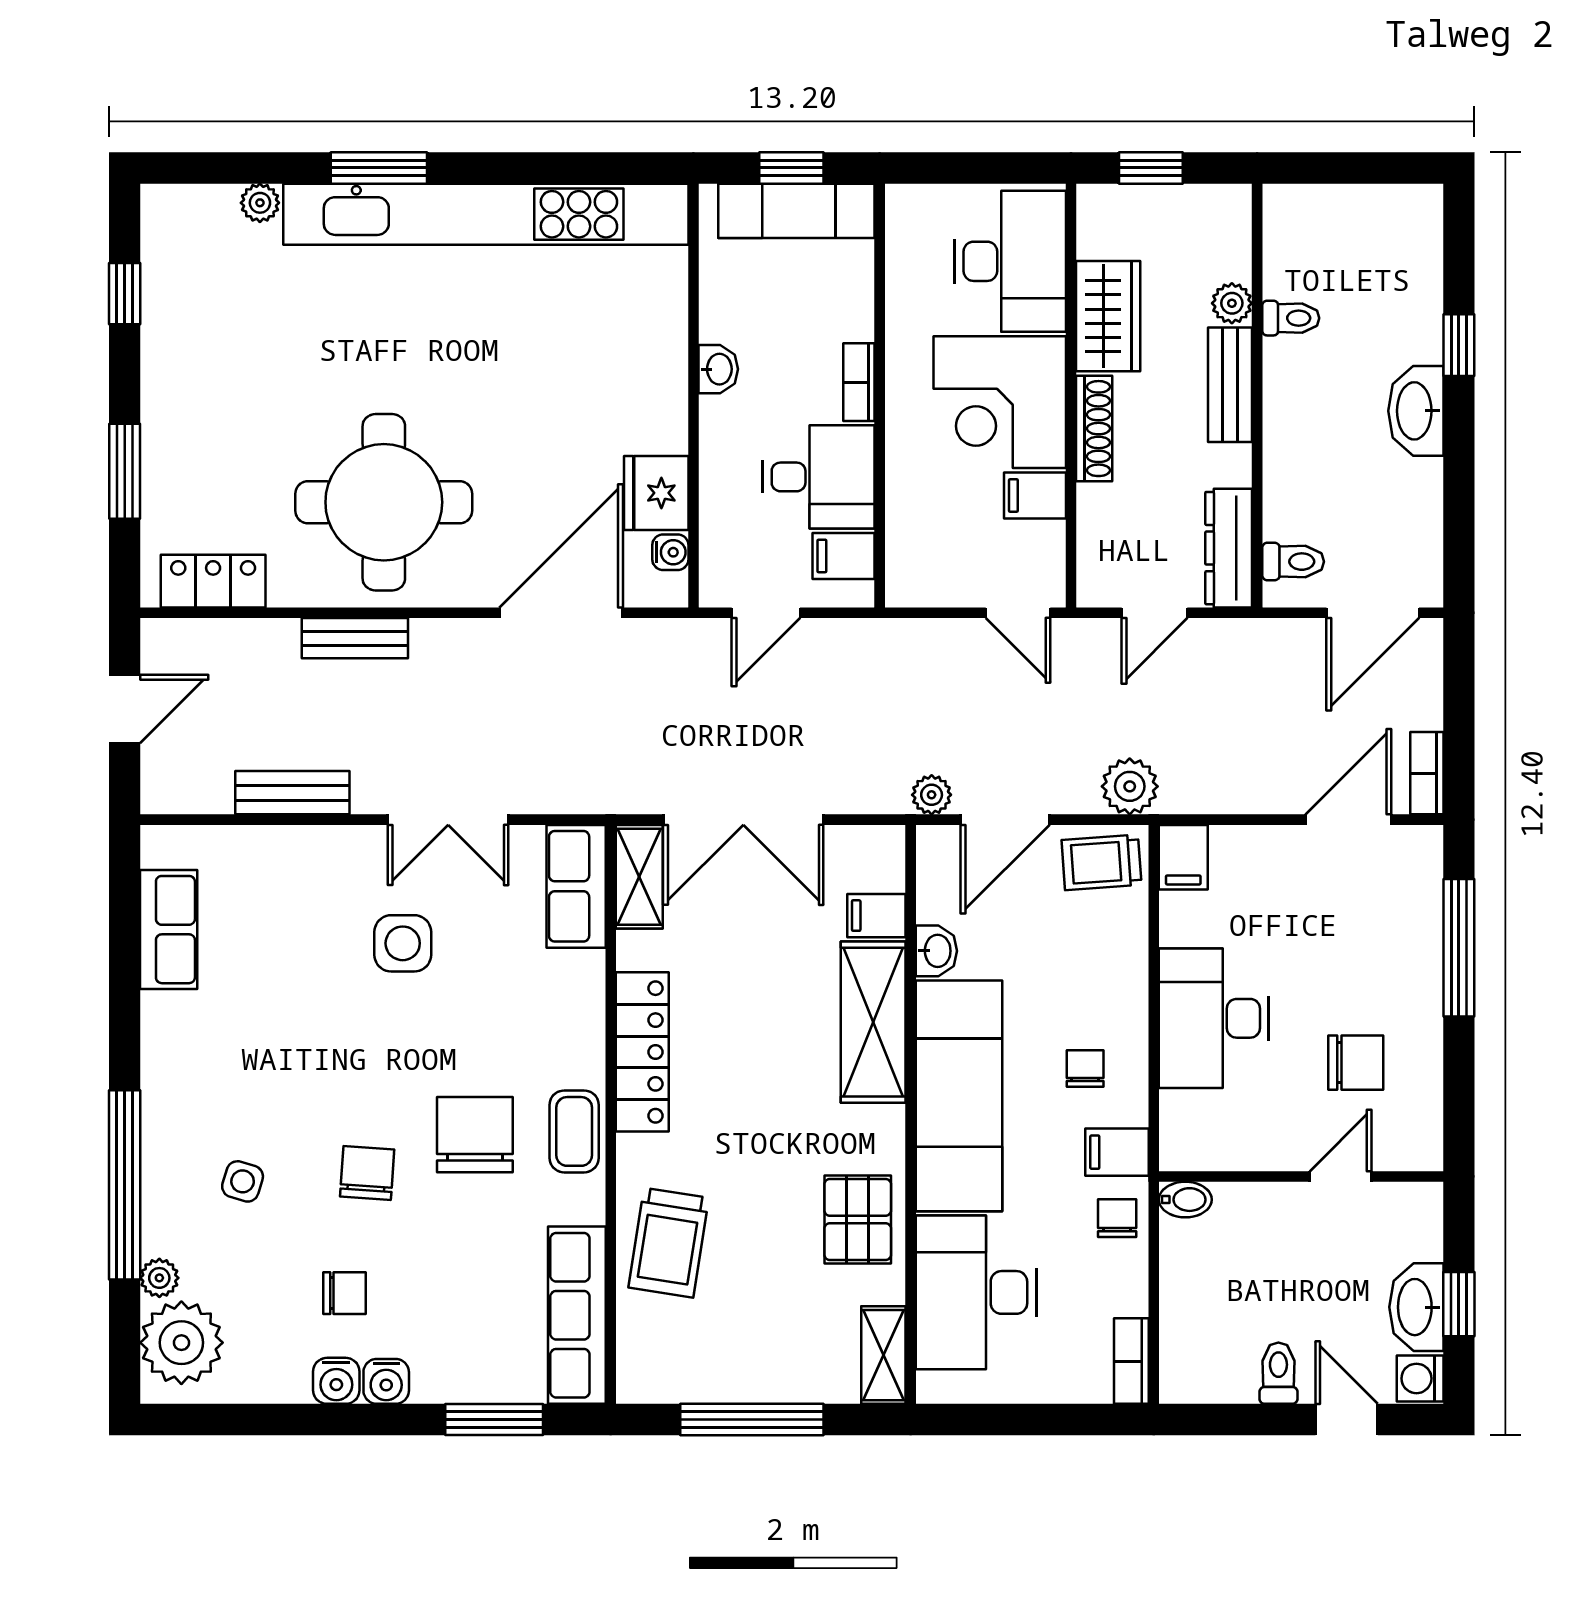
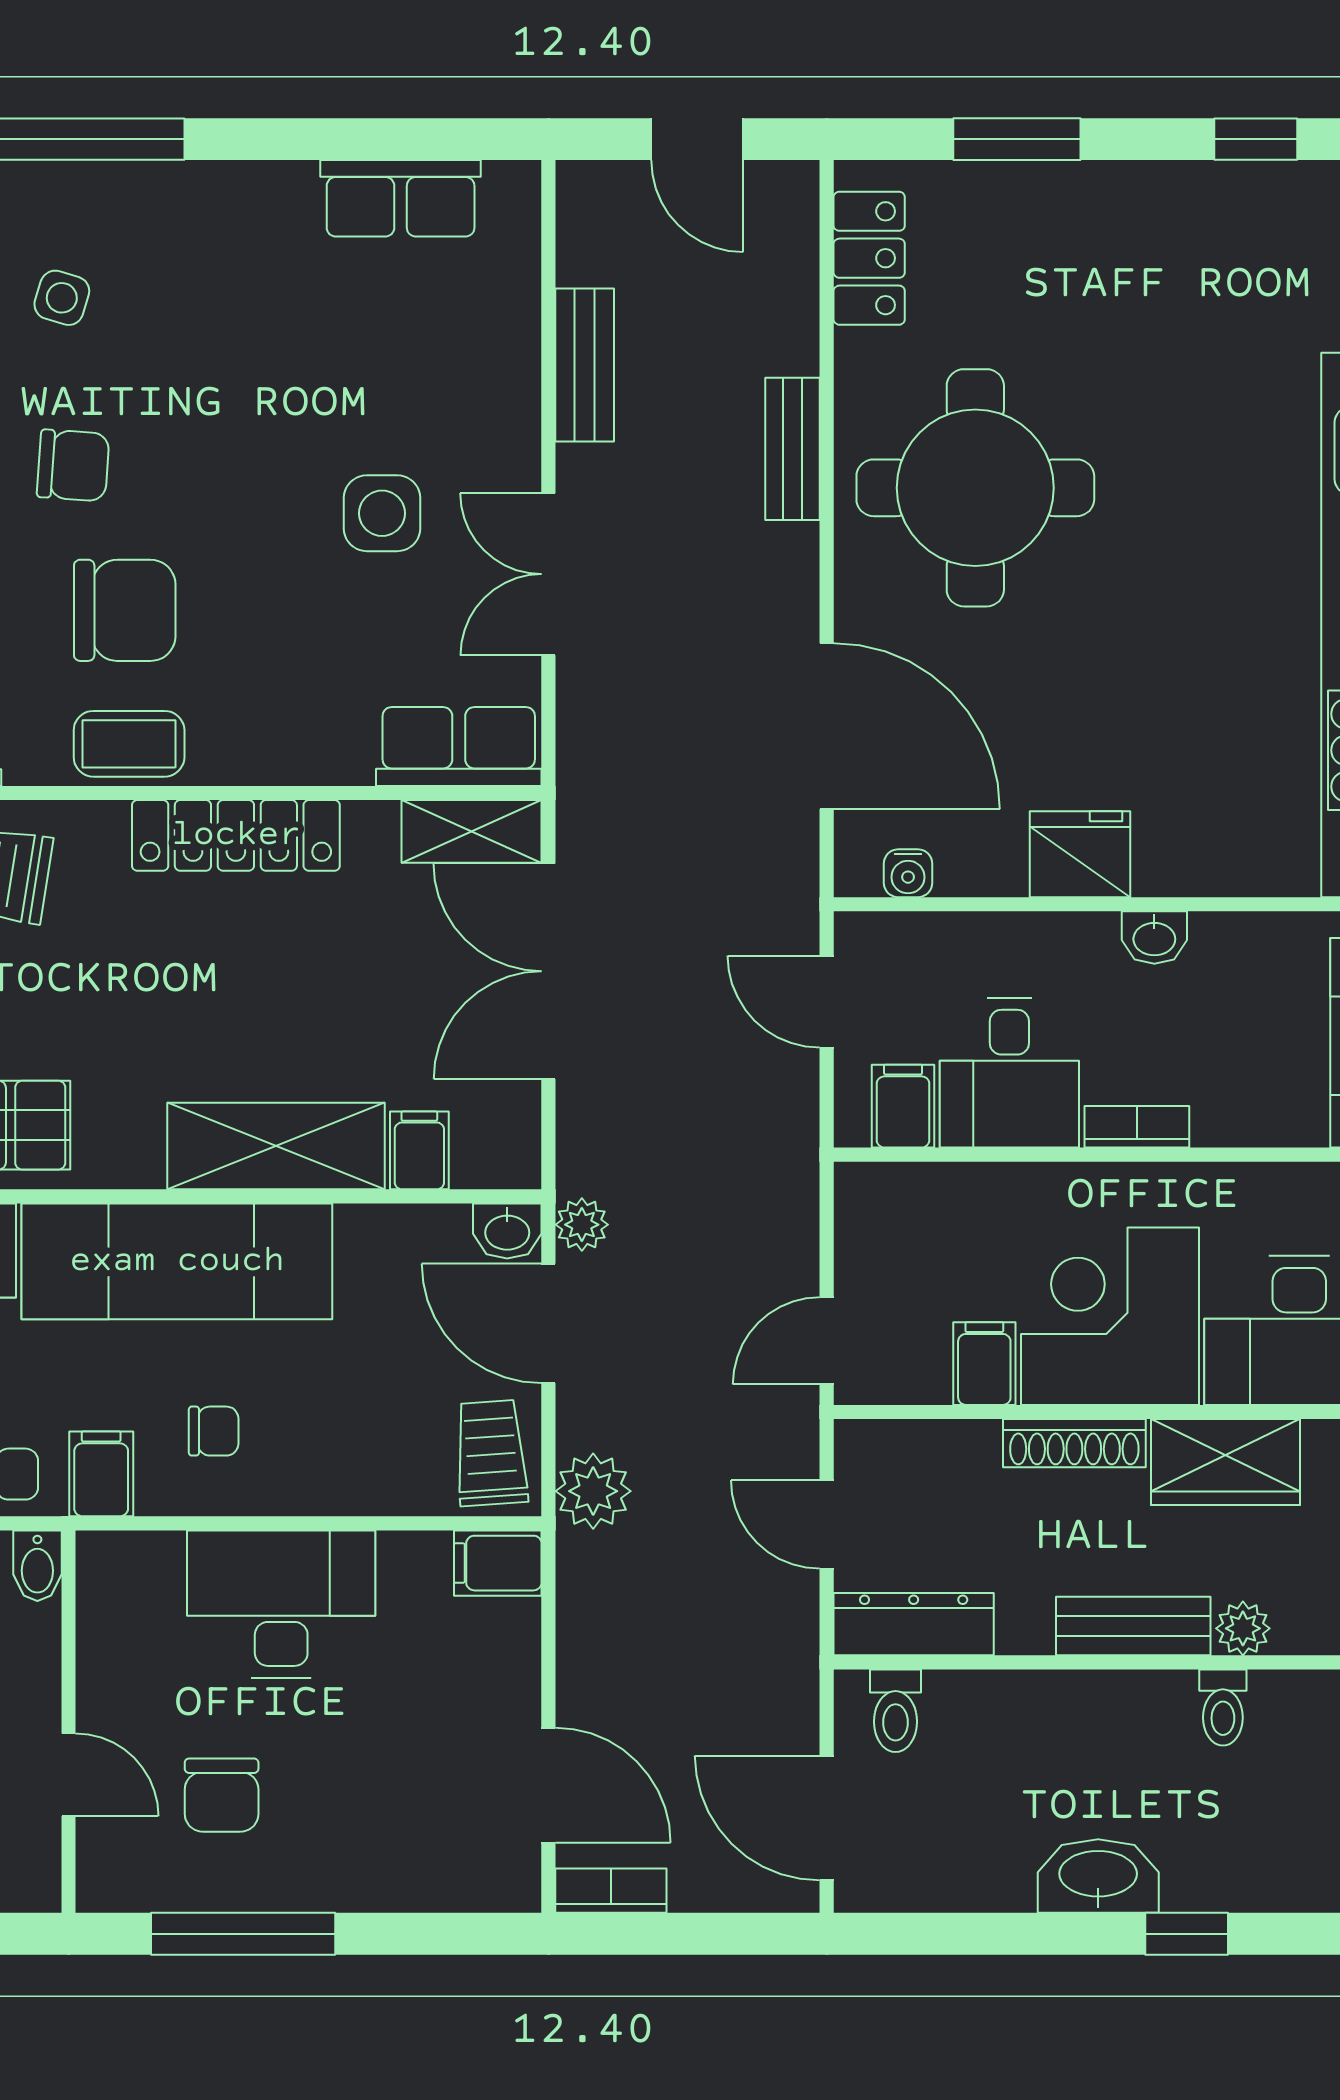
fridge: (656, 493) -> (1080, 854), moved
window: (1459, 948) -> (243, 1934), moved
washbasin: (936, 951) -> (507, 1231), moved

